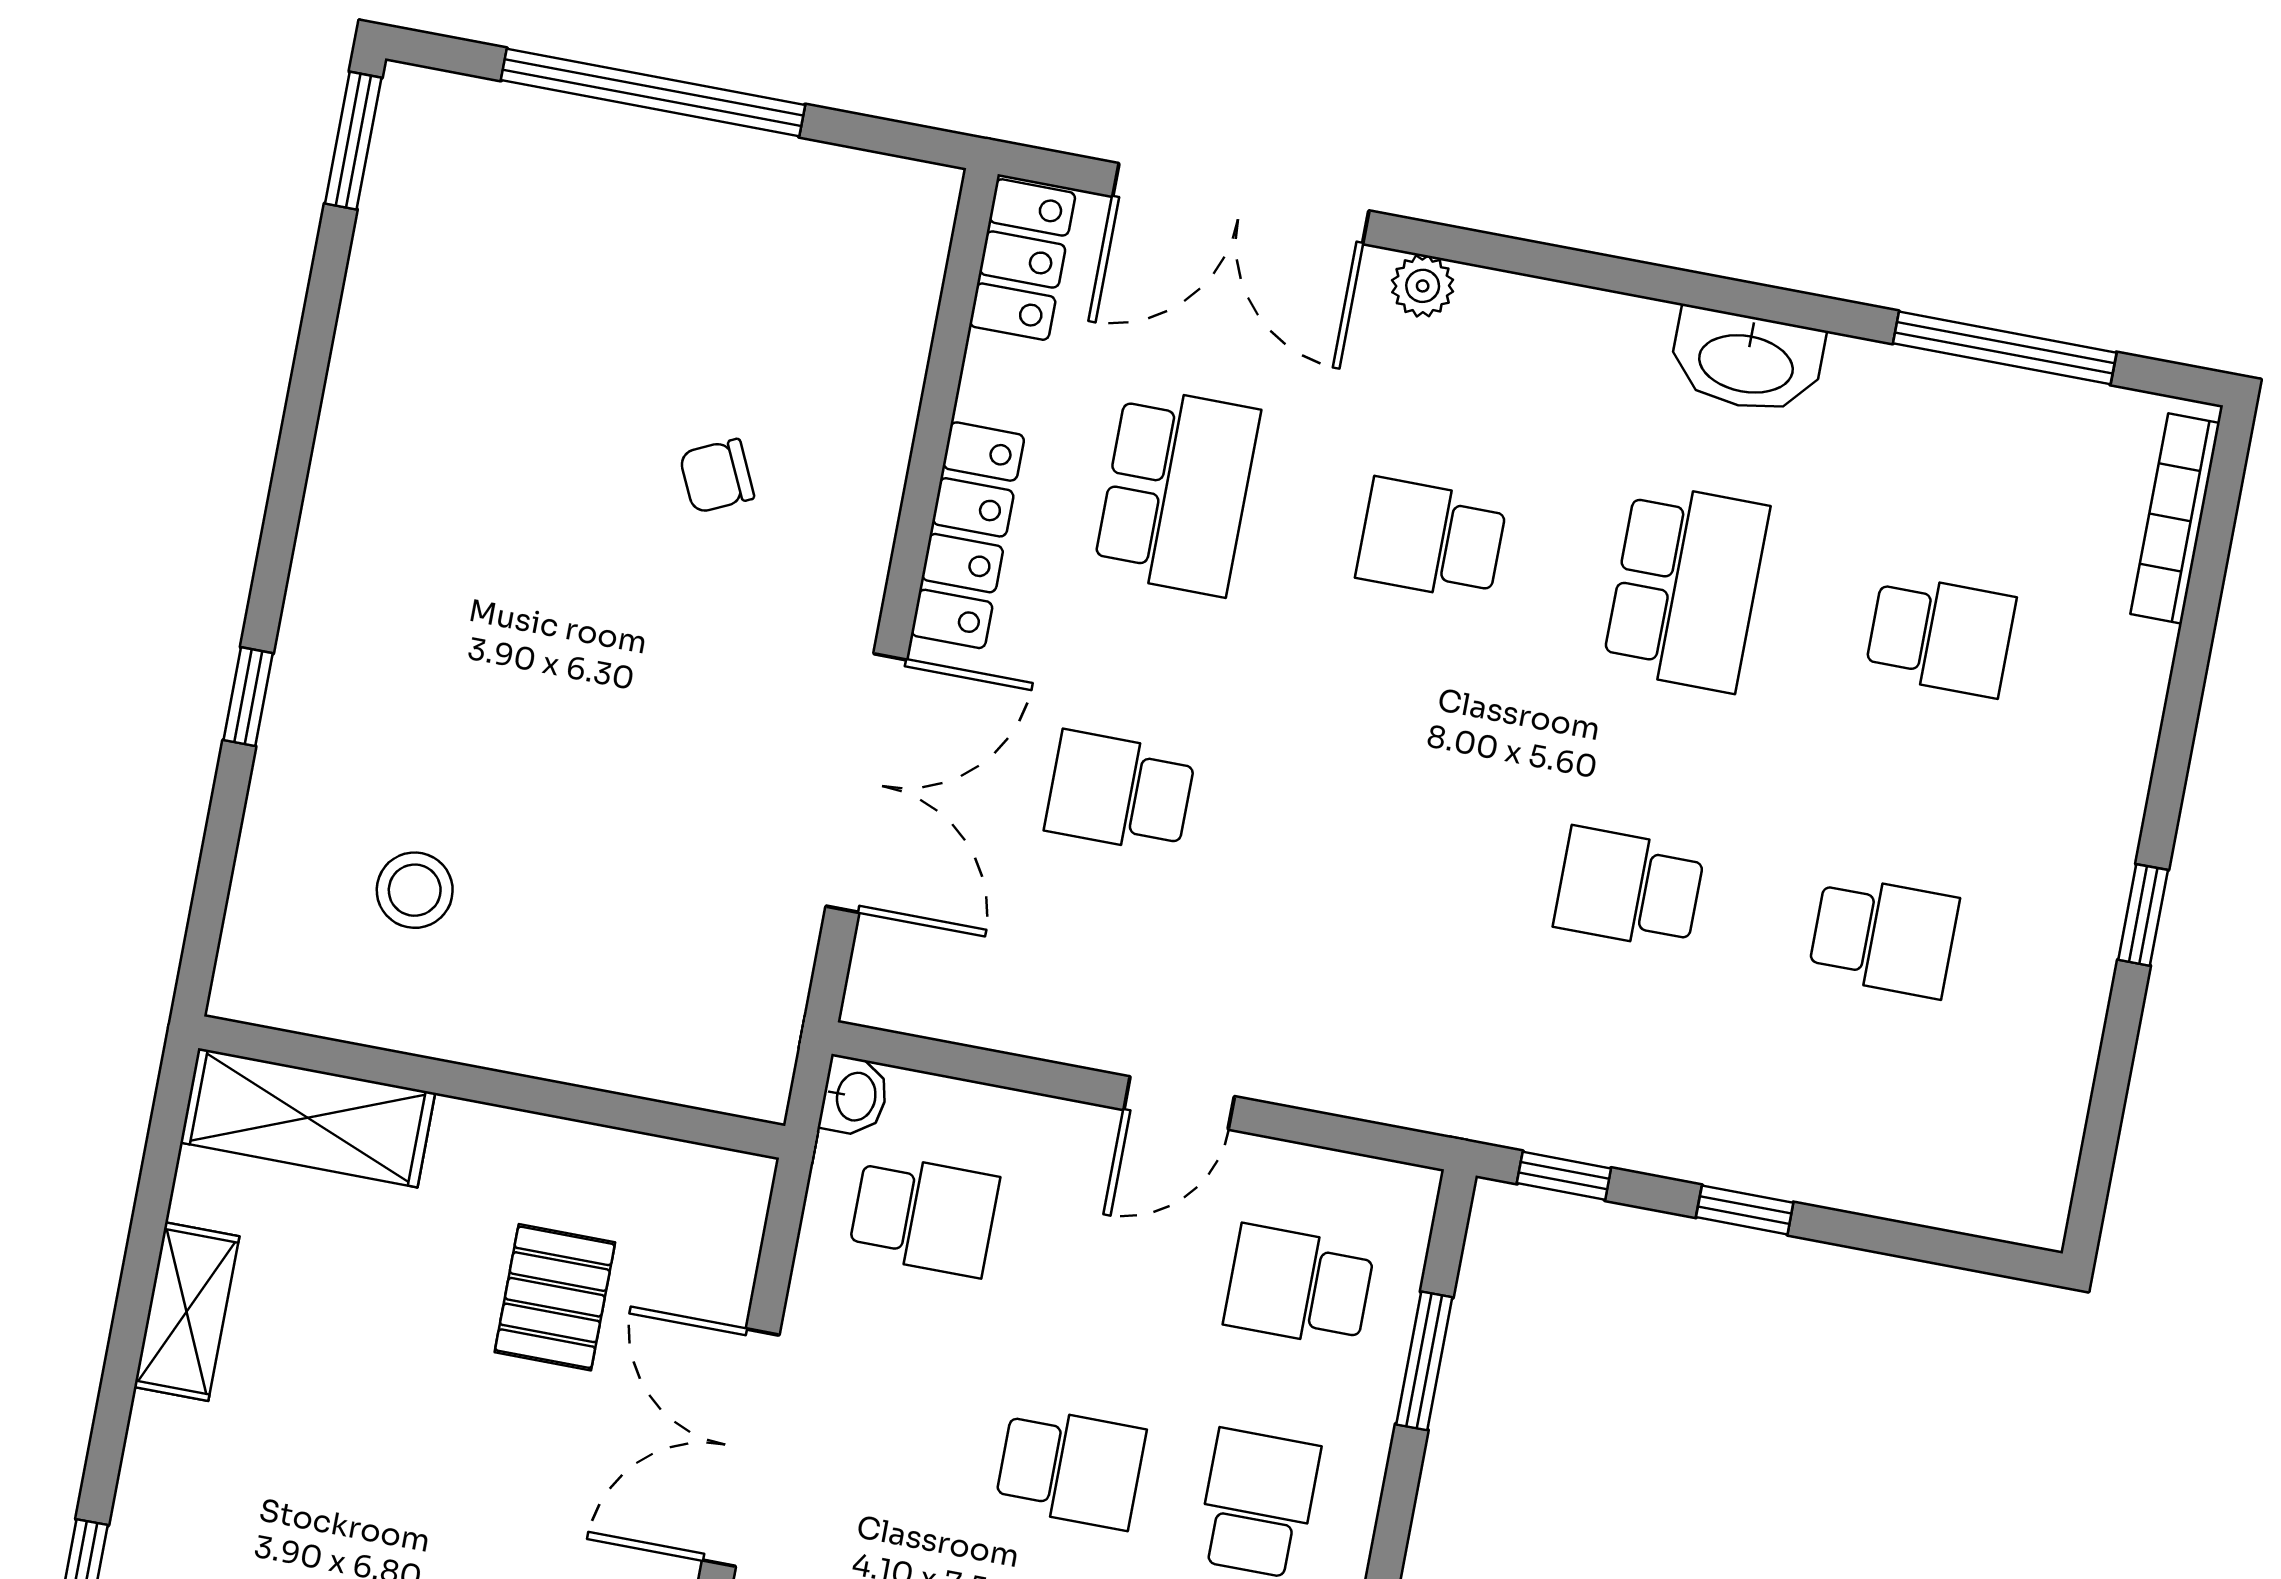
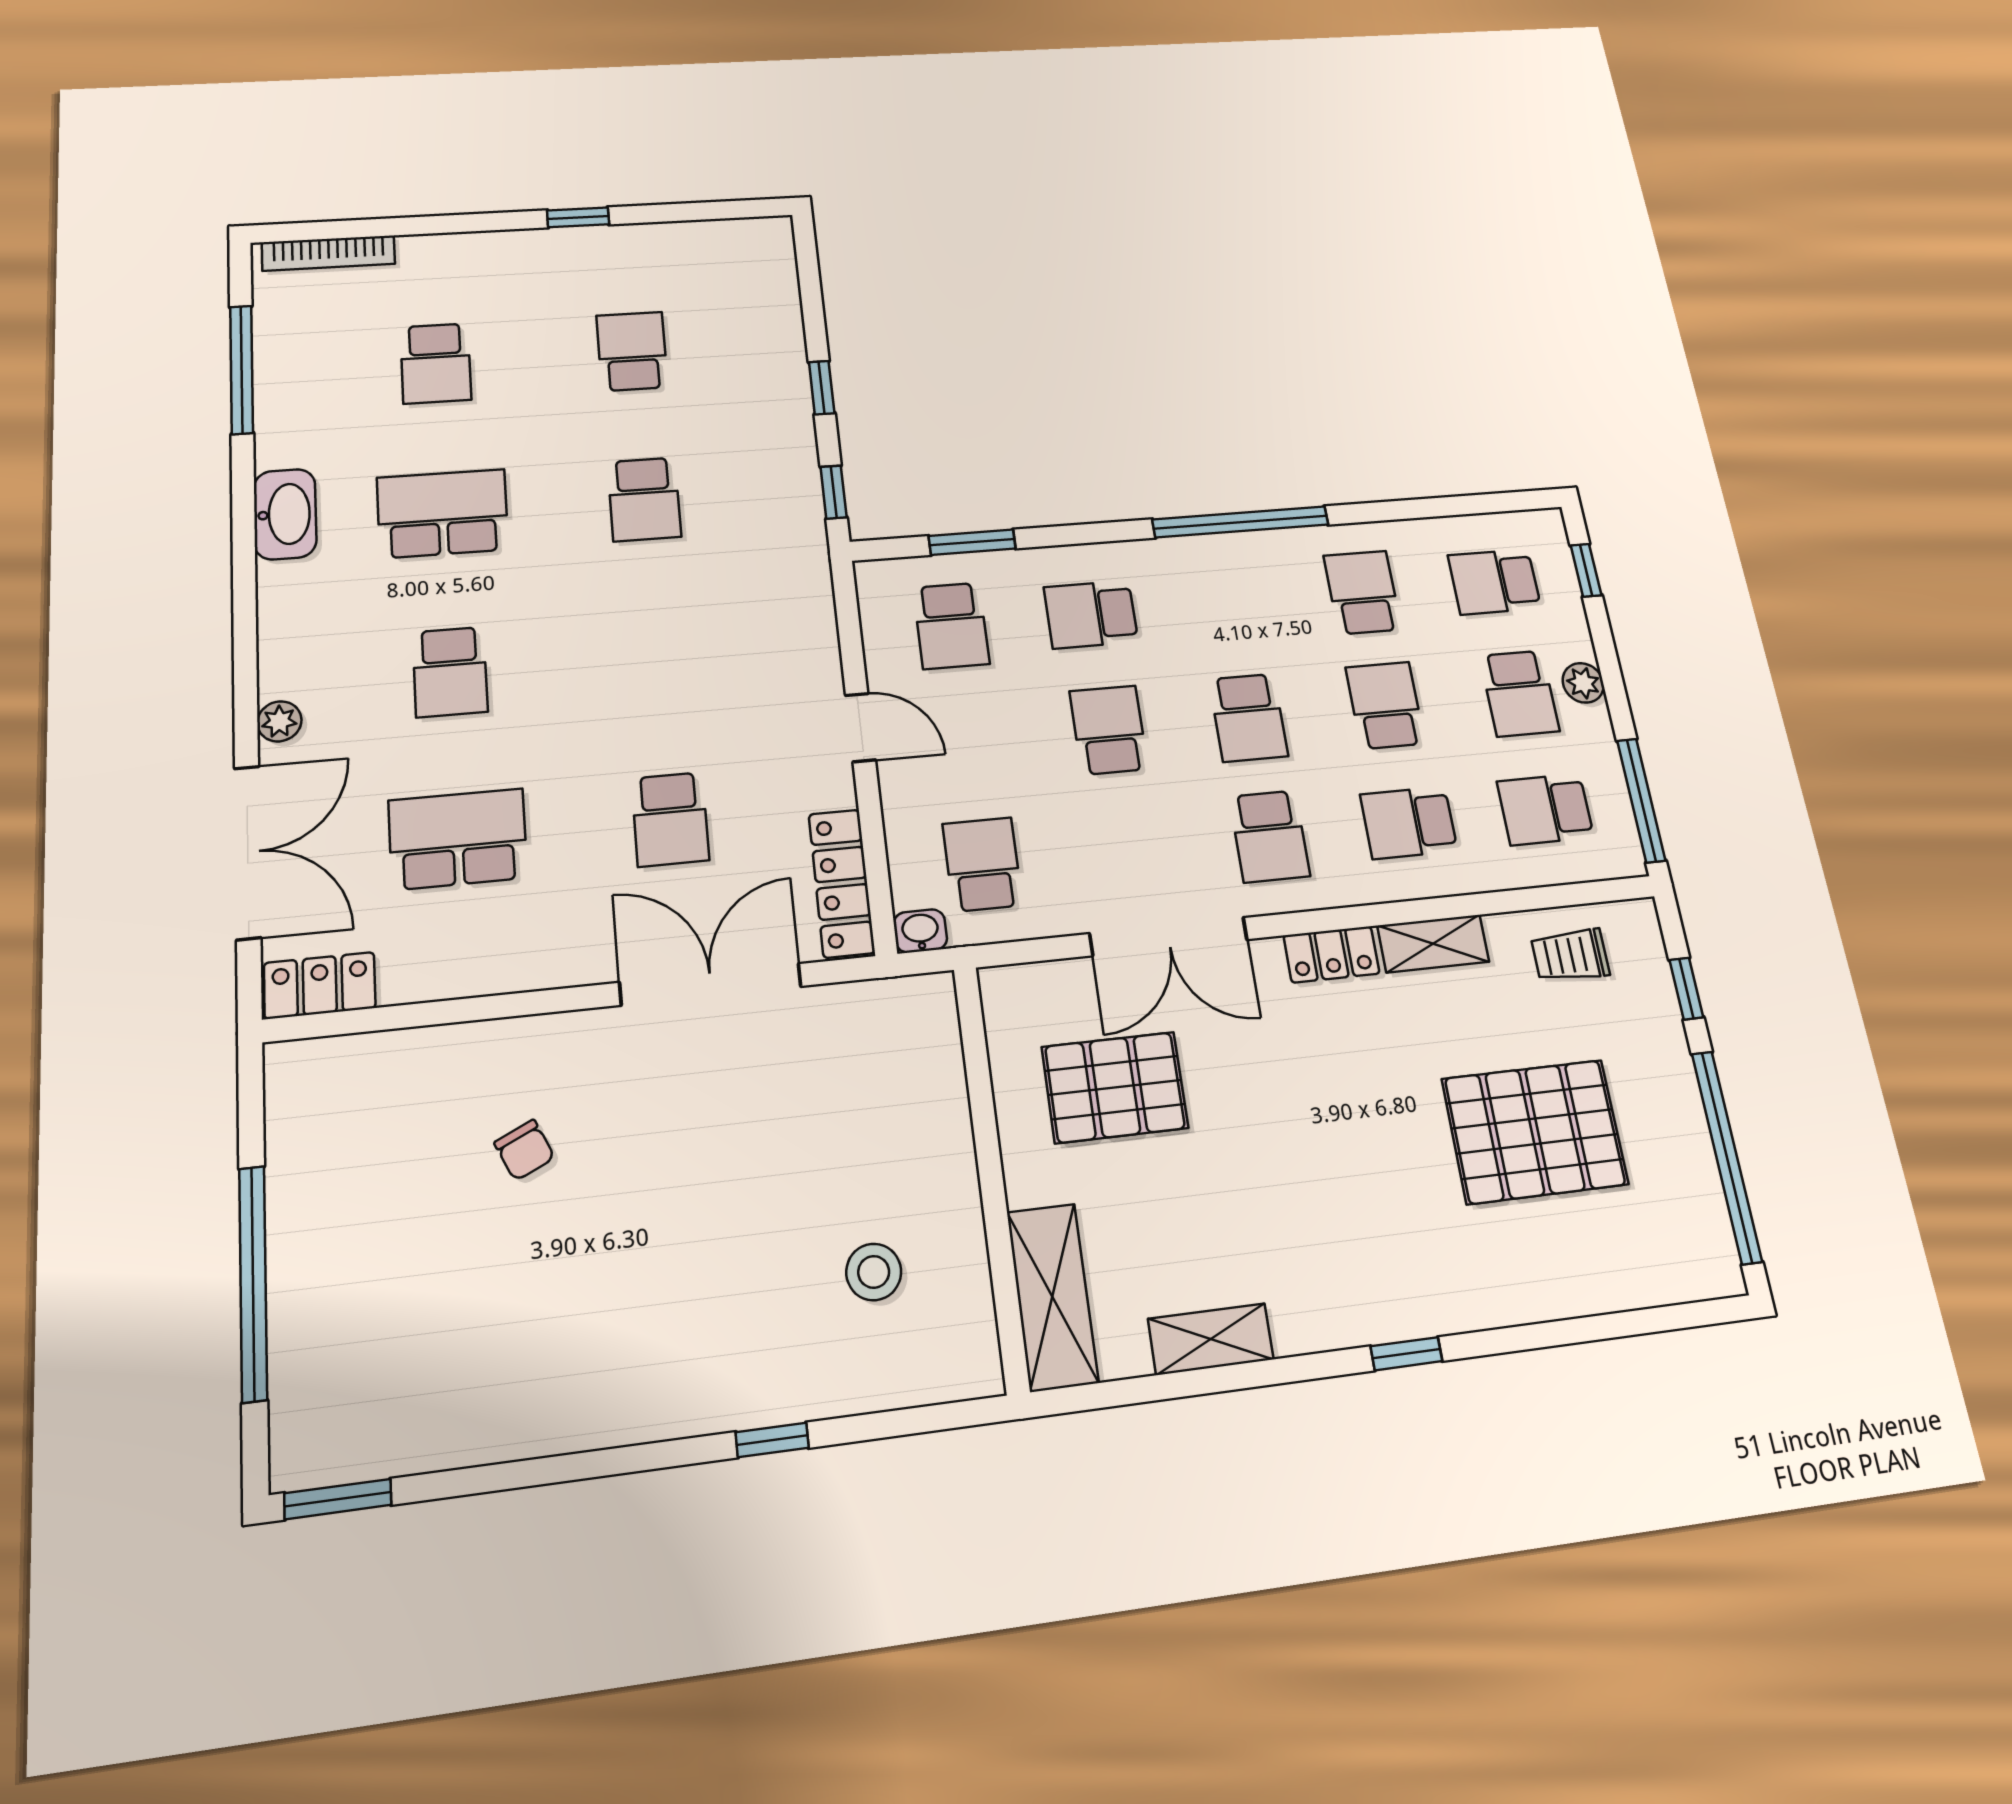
locker: (968, 535) -> (842, 883), moved, turned -90
school desk: (1941, 636) -> (436, 363), turned 180
pallet: (555, 1297) -> (1115, 1087), width x1.50, depth x1.42

